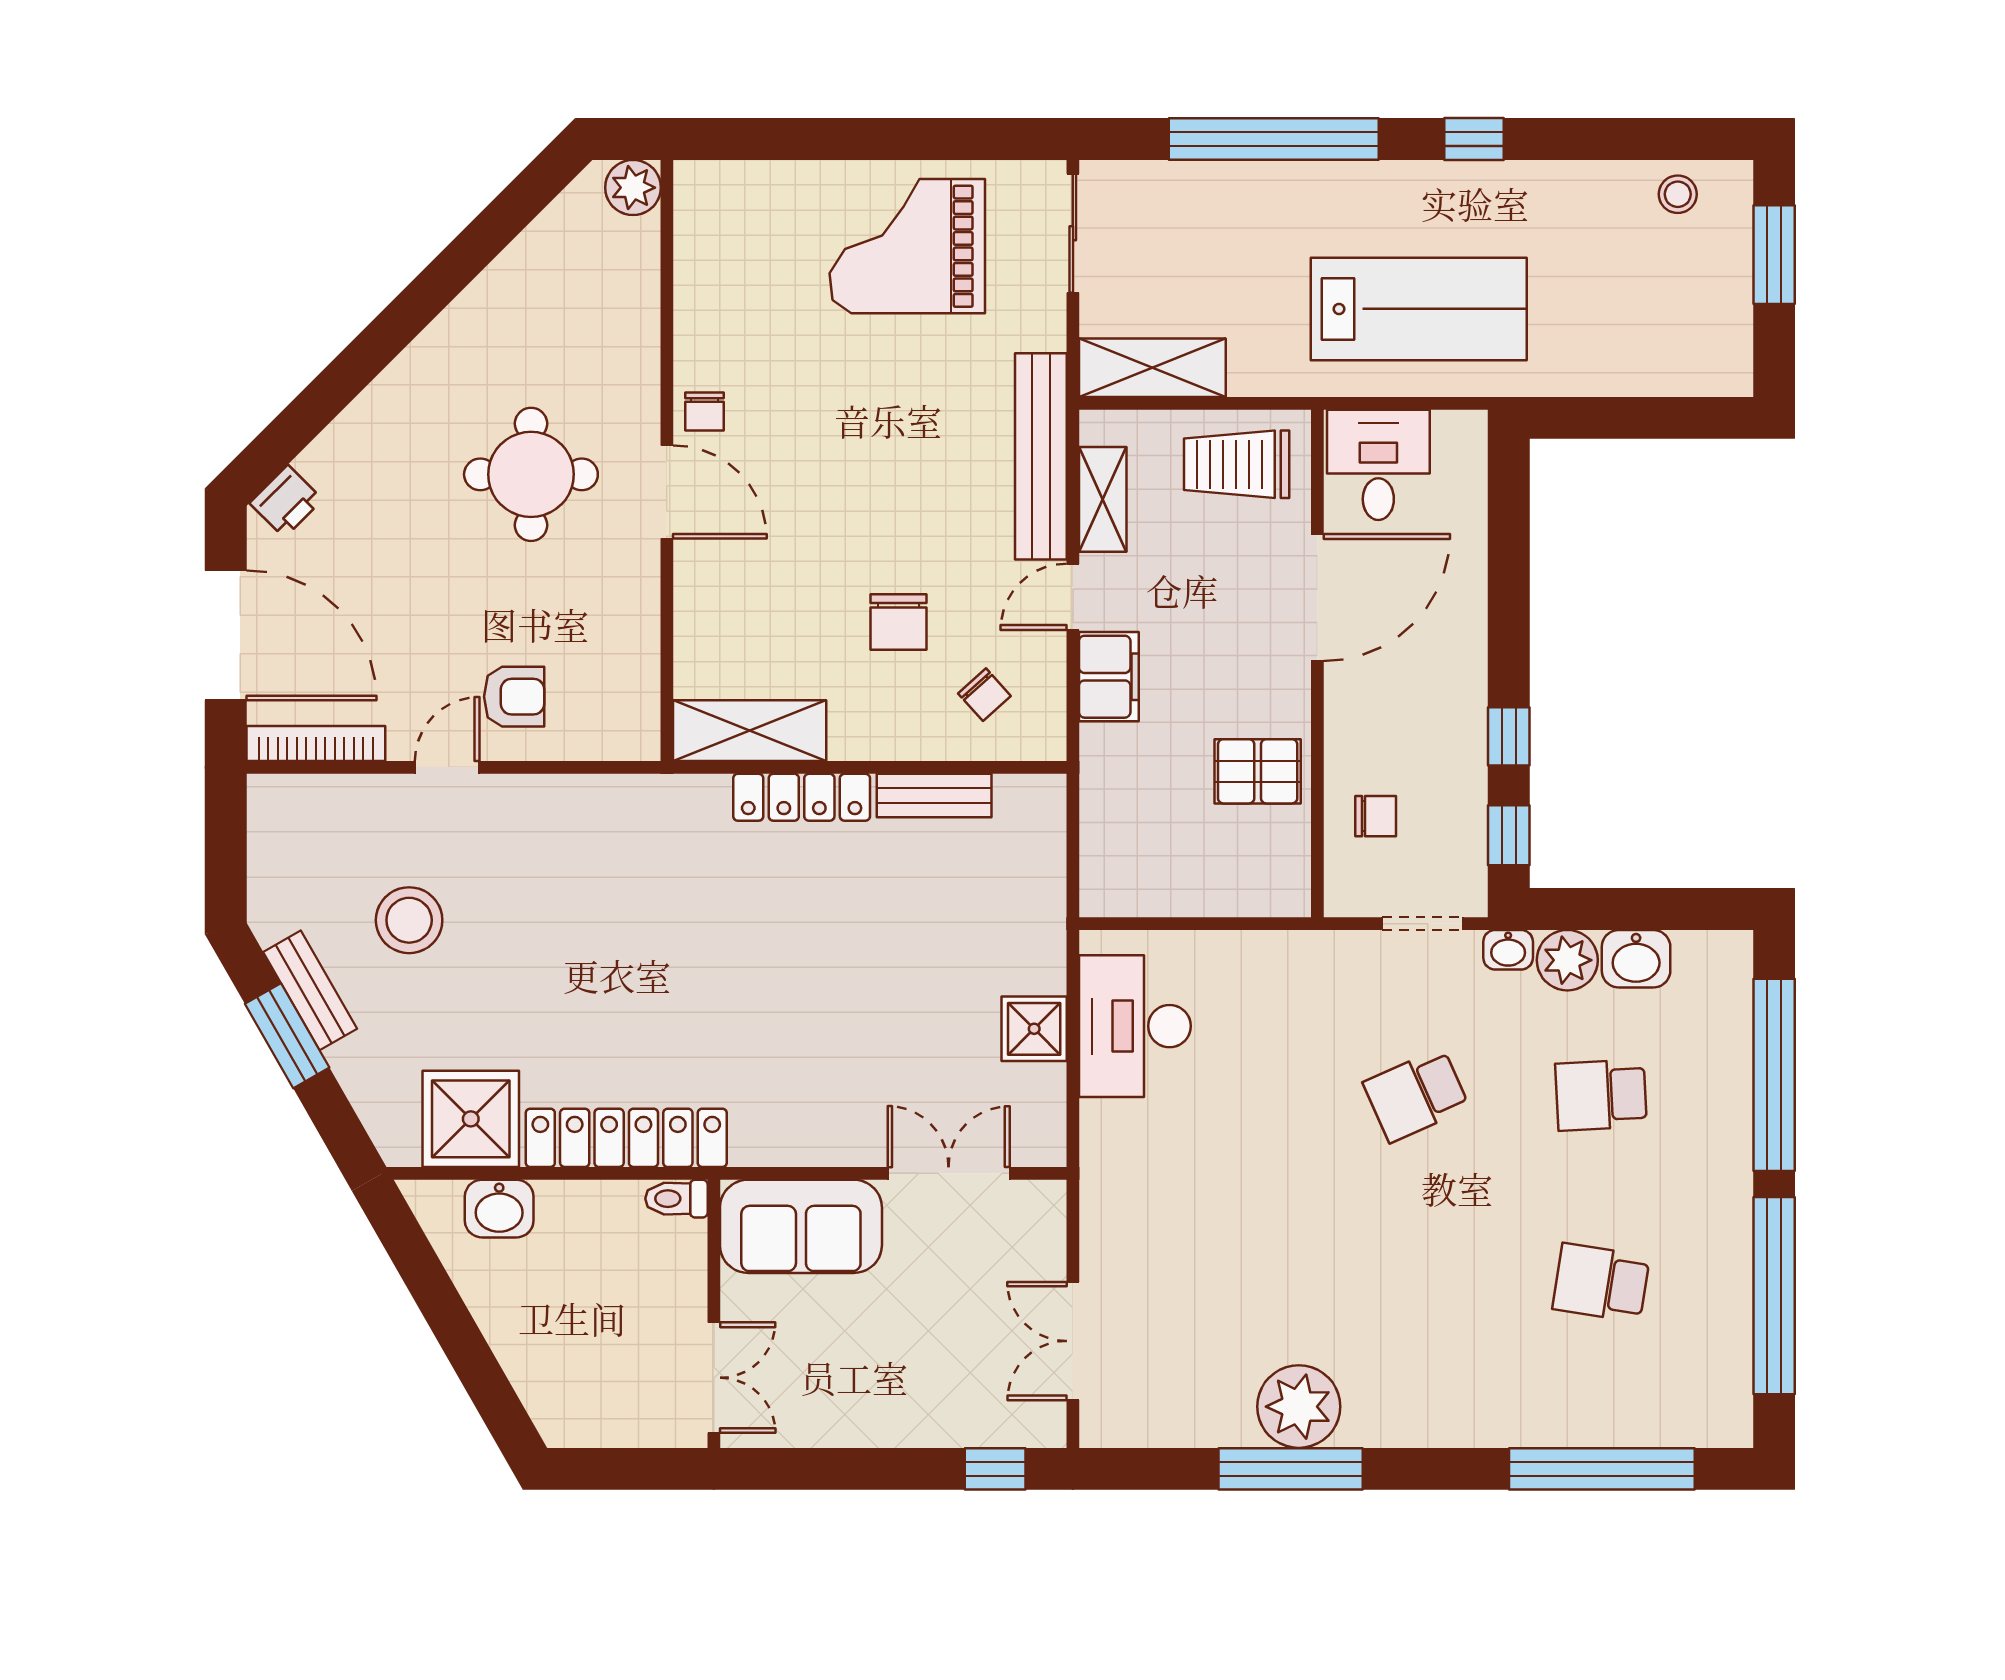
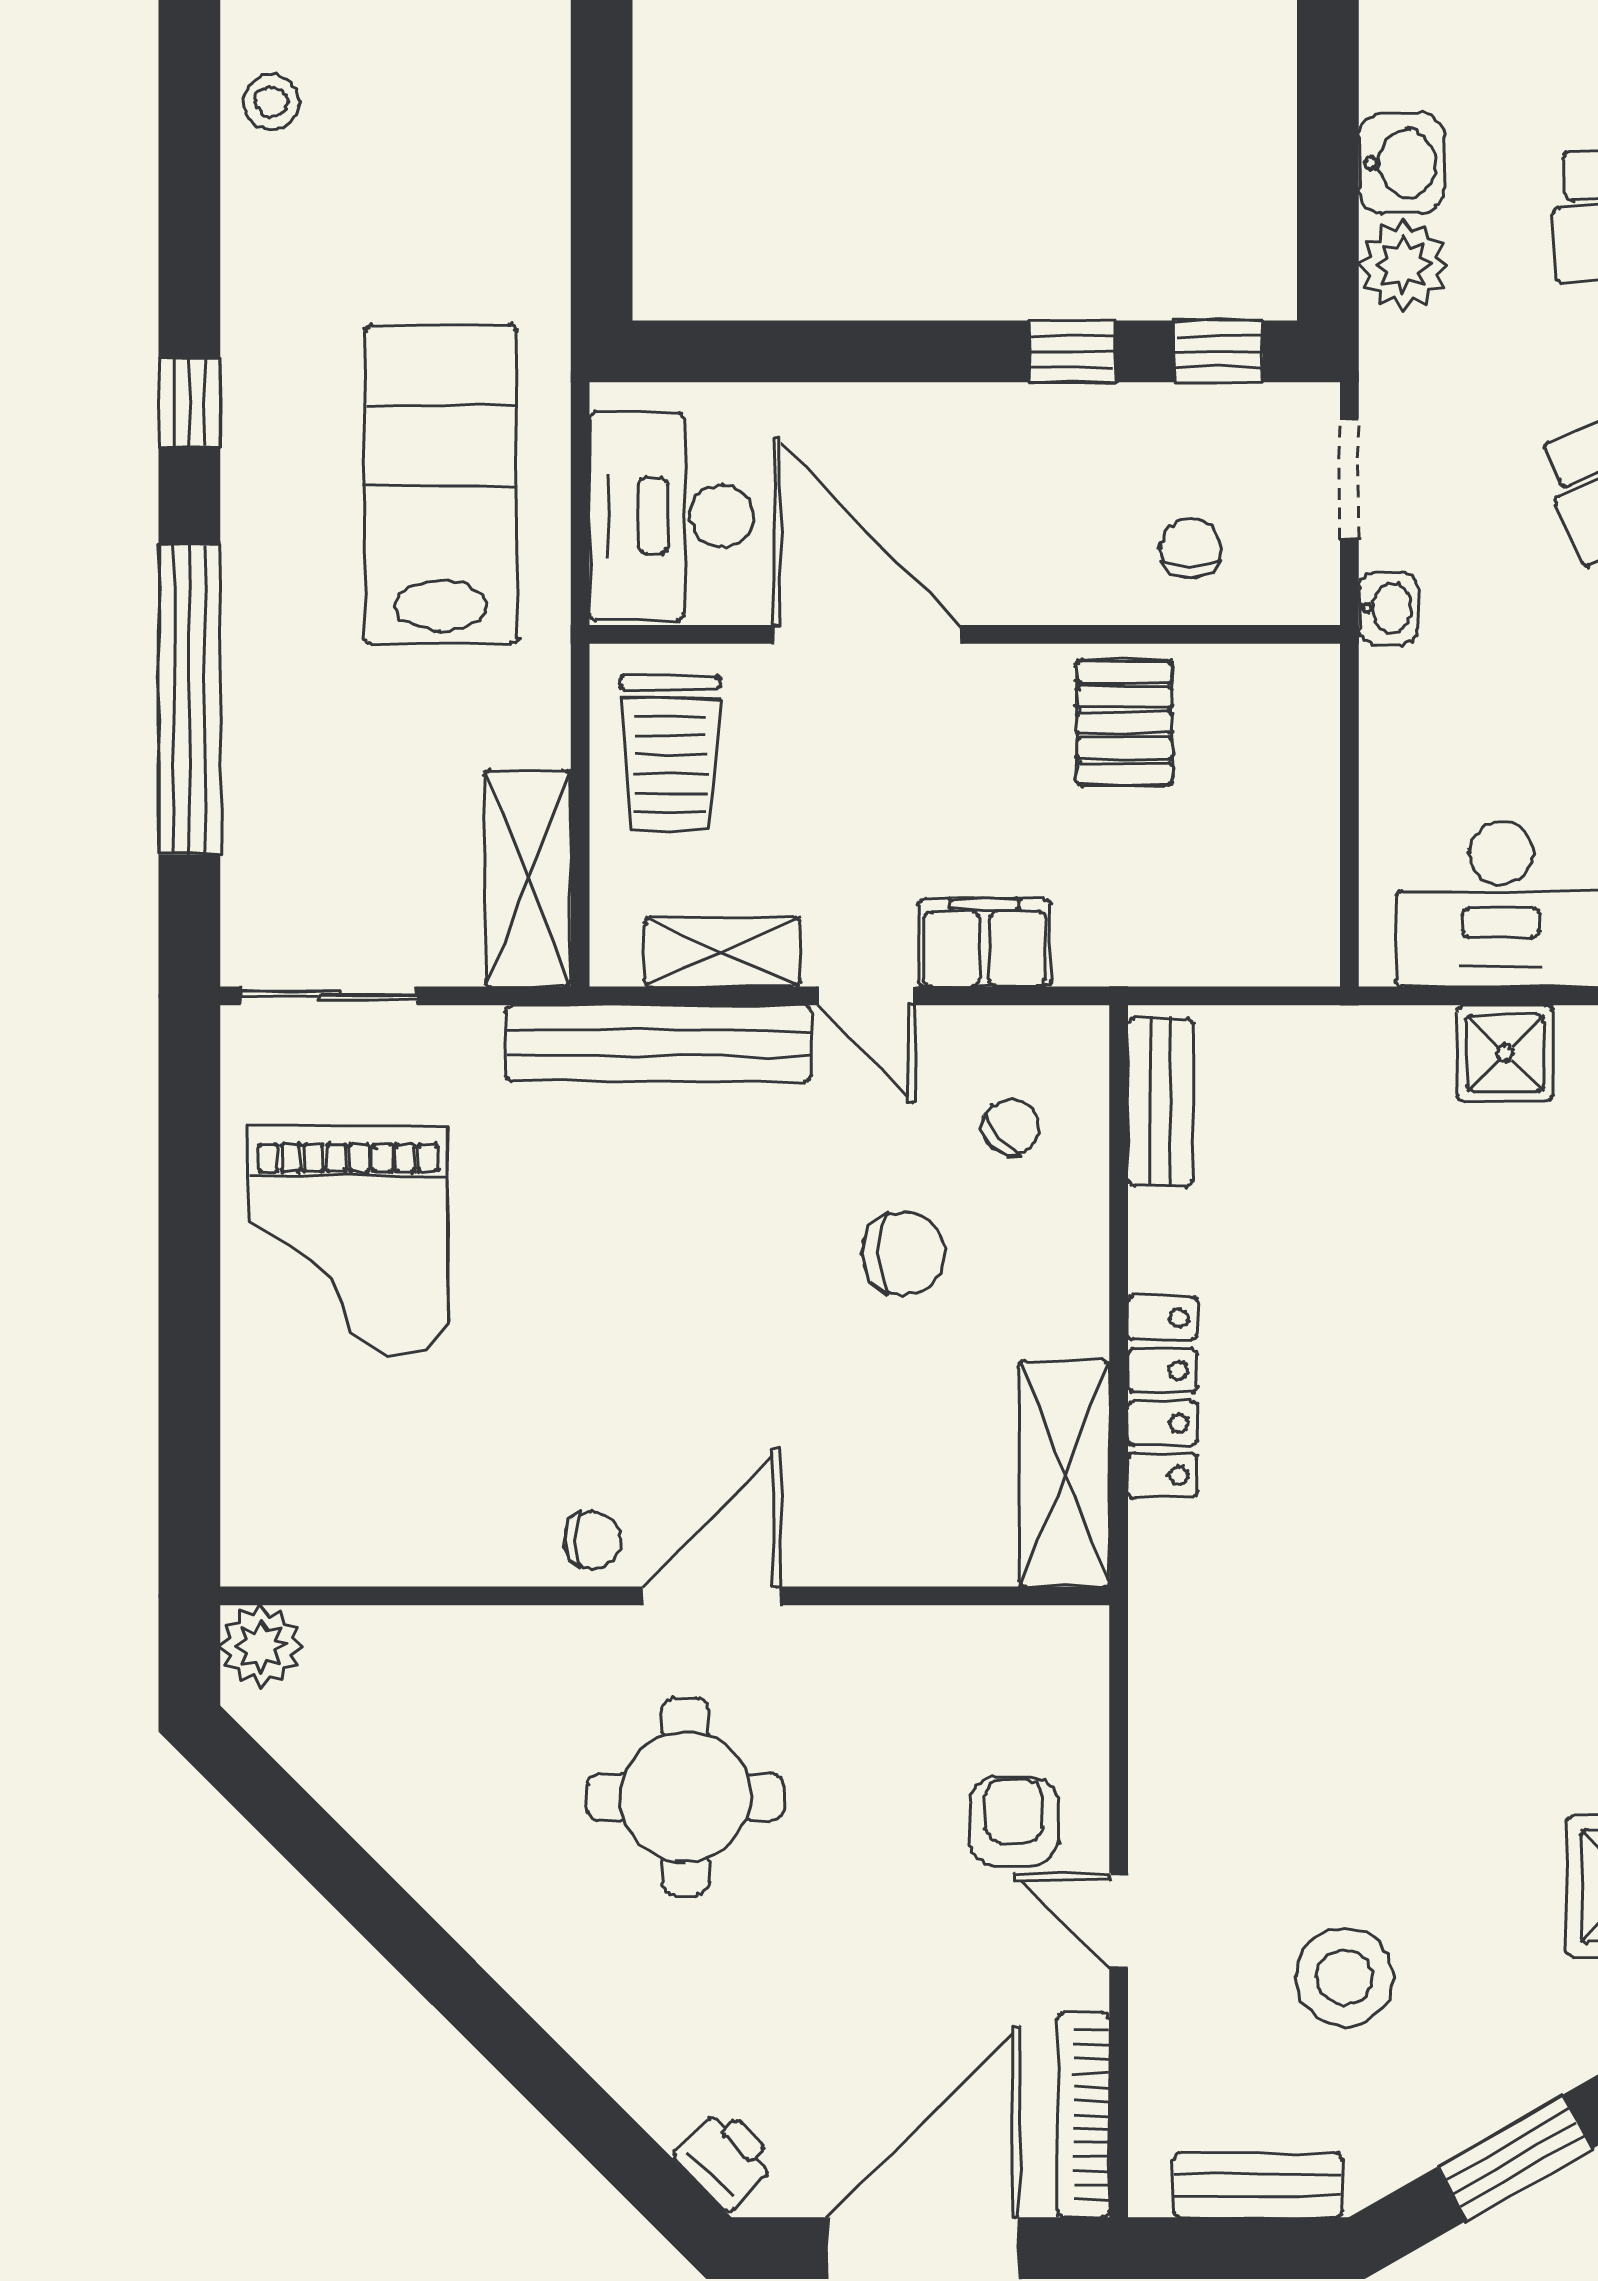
desk: (1378, 465) -> (671, 516), width x1.37
bench: (934, 796) -> (1160, 1102), moved
washbasin: (1508, 950) -> (1388, 608), moved
bench: (310, 990) -> (1258, 2185), moved, turned 30

